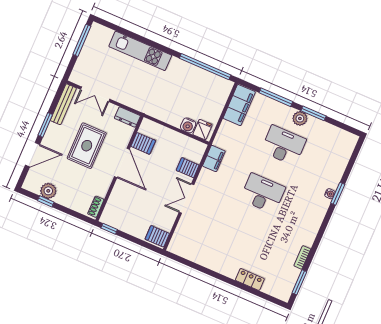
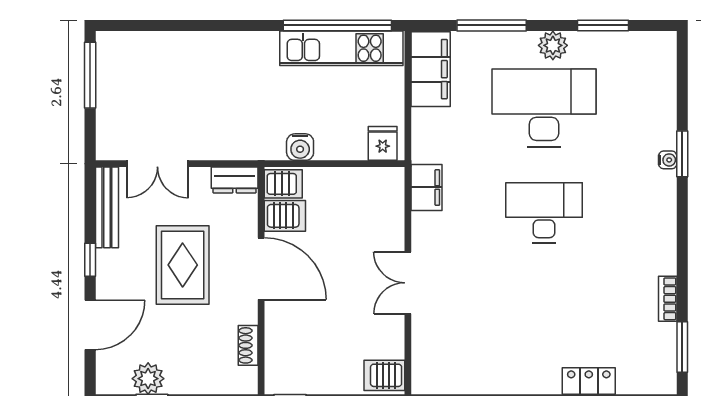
kitchen unit: (140, 51) -> (341, 48), moved
window: (314, 113) -> (603, 25), moved
window: (45, 125) -> (90, 260), width x0.67
water cooler: (188, 125) -> (300, 147), moved
desk: (283, 145) -> (544, 108), width x1.36, depth x1.30
server rack: (188, 168) -> (283, 184), moved, turned 180
shoe rack: (96, 207) -> (248, 345), moved

